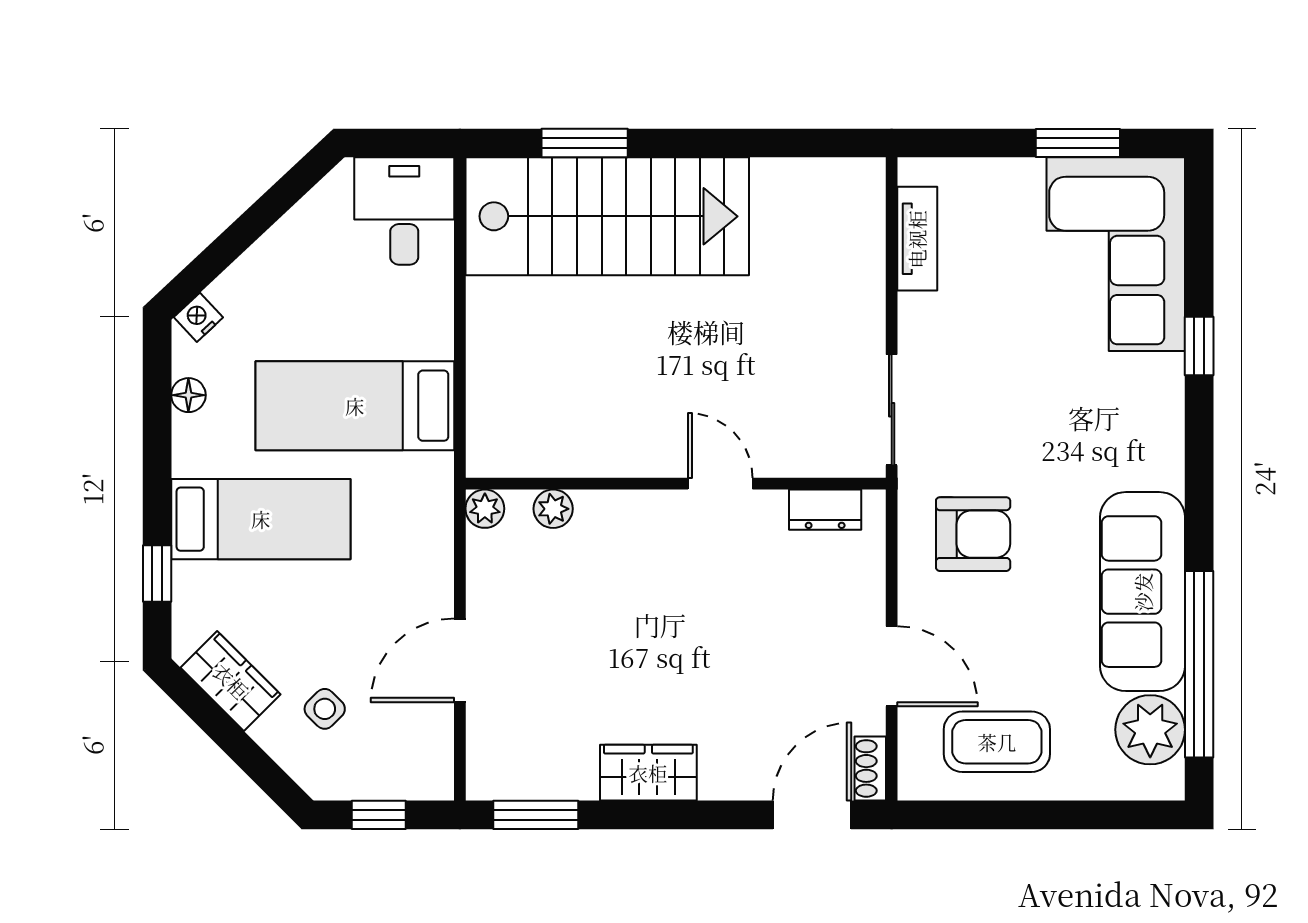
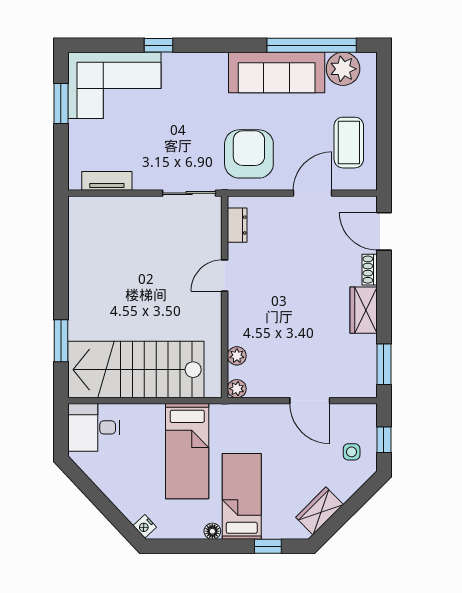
stairs: (607, 216) -> (136, 370), moved, turned -90
floor lamp: (188, 395) -> (212, 531), moved
armchair: (973, 534) -> (249, 154), width x1.36, depth x1.36
side table: (325, 709) -> (352, 452), moved, turned 45
shoe rack: (870, 768) -> (370, 270), moved, turned 90

